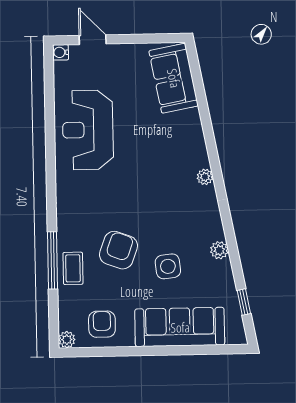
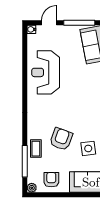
window: (147, 39) -> (79, 23), added
door: (93, 40) -> (49, 23), hinge flipped
window: (52, 260) -> (25, 161), moved

